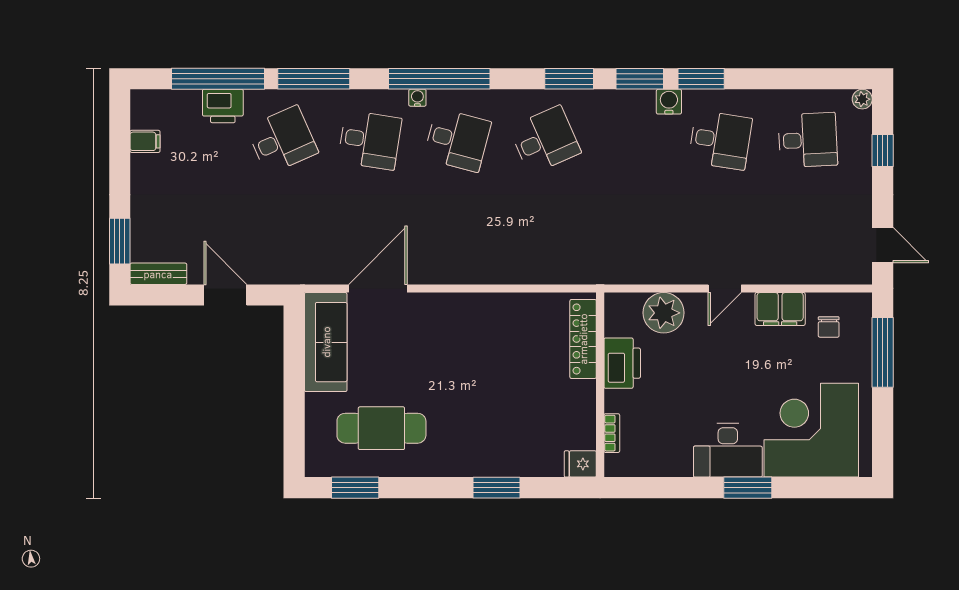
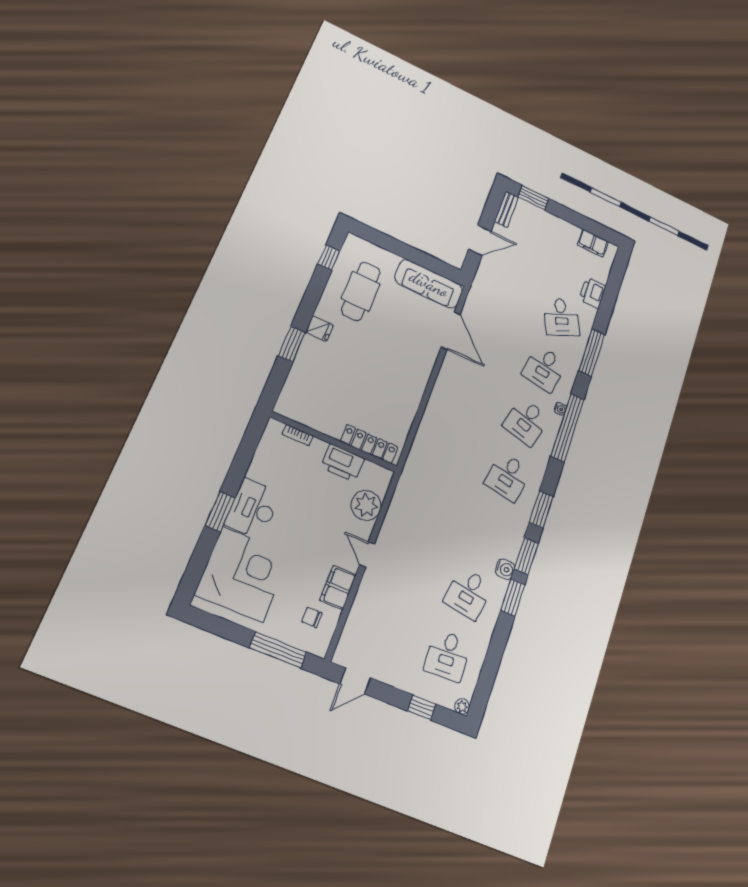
window: (218, 79) -> (609, 298), removed
desk: (545, 140) -> (508, 477), turned 33
filing cabinet: (145, 141) -> (593, 243), width x2.00
fridge: (580, 464) -> (319, 329), moved, turned 90
window: (355, 488) -> (329, 258), width x0.67

